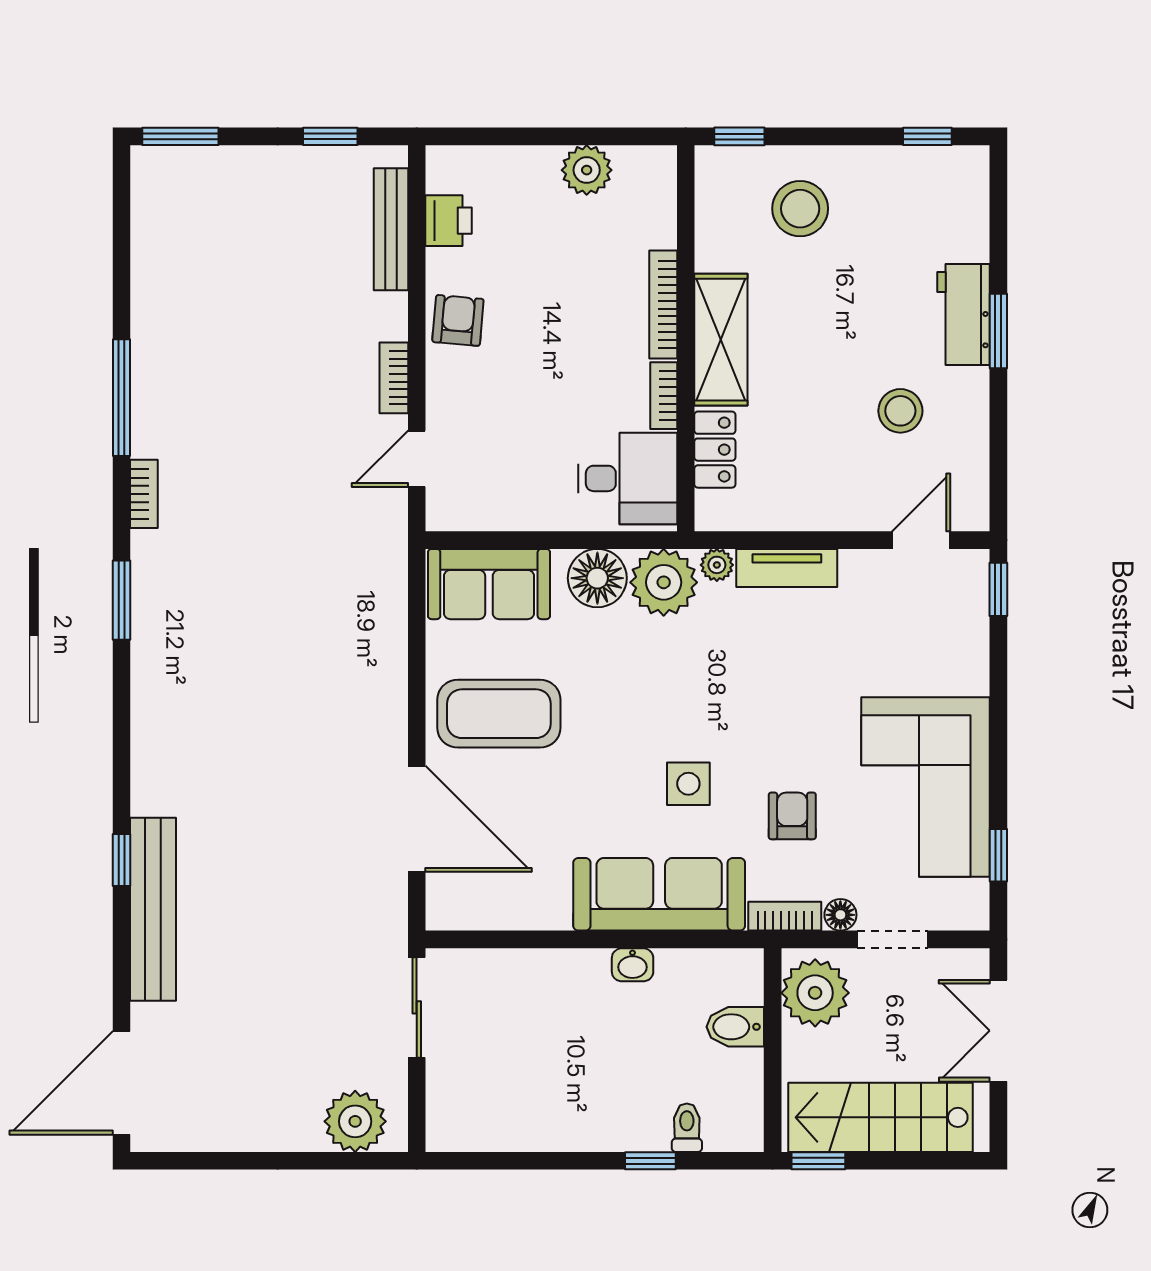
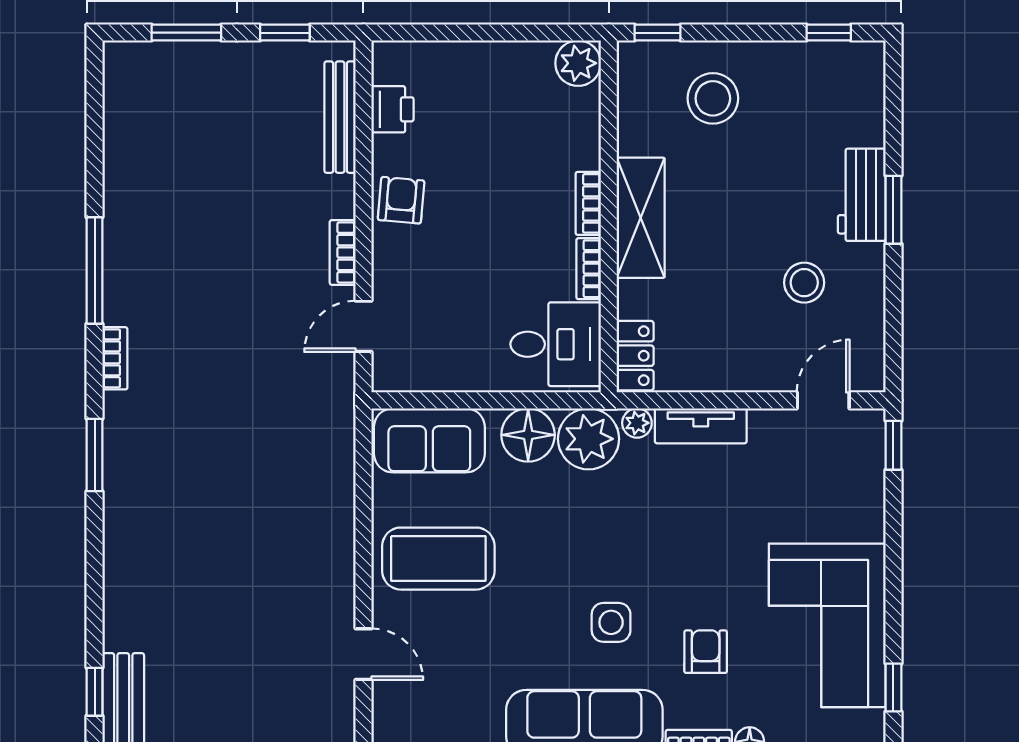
window: (180, 136) -> (186, 33), moved
plant: (587, 170) -> (578, 63), moved
bookcase: (663, 305) -> (588, 203), width x0.64
locker: (715, 450) -> (635, 356), moved
door: (417, 819) -> (363, 654), width x0.53

